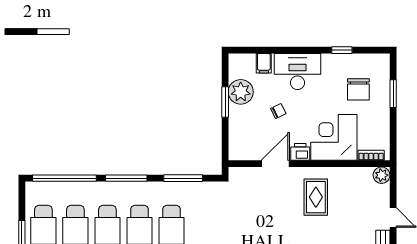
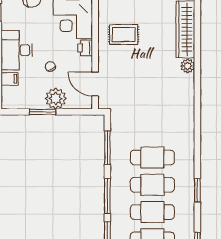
plant: (241, 92) -> (56, 99), moved
door: (275, 164) -> (95, 84), moved

